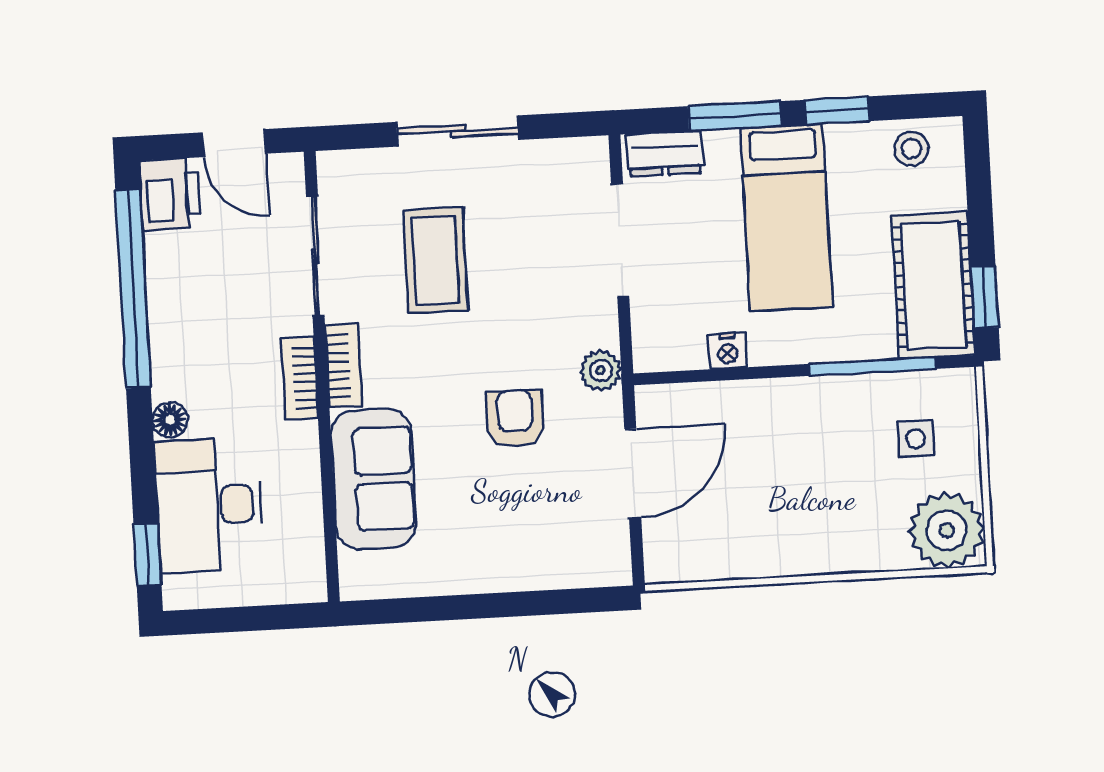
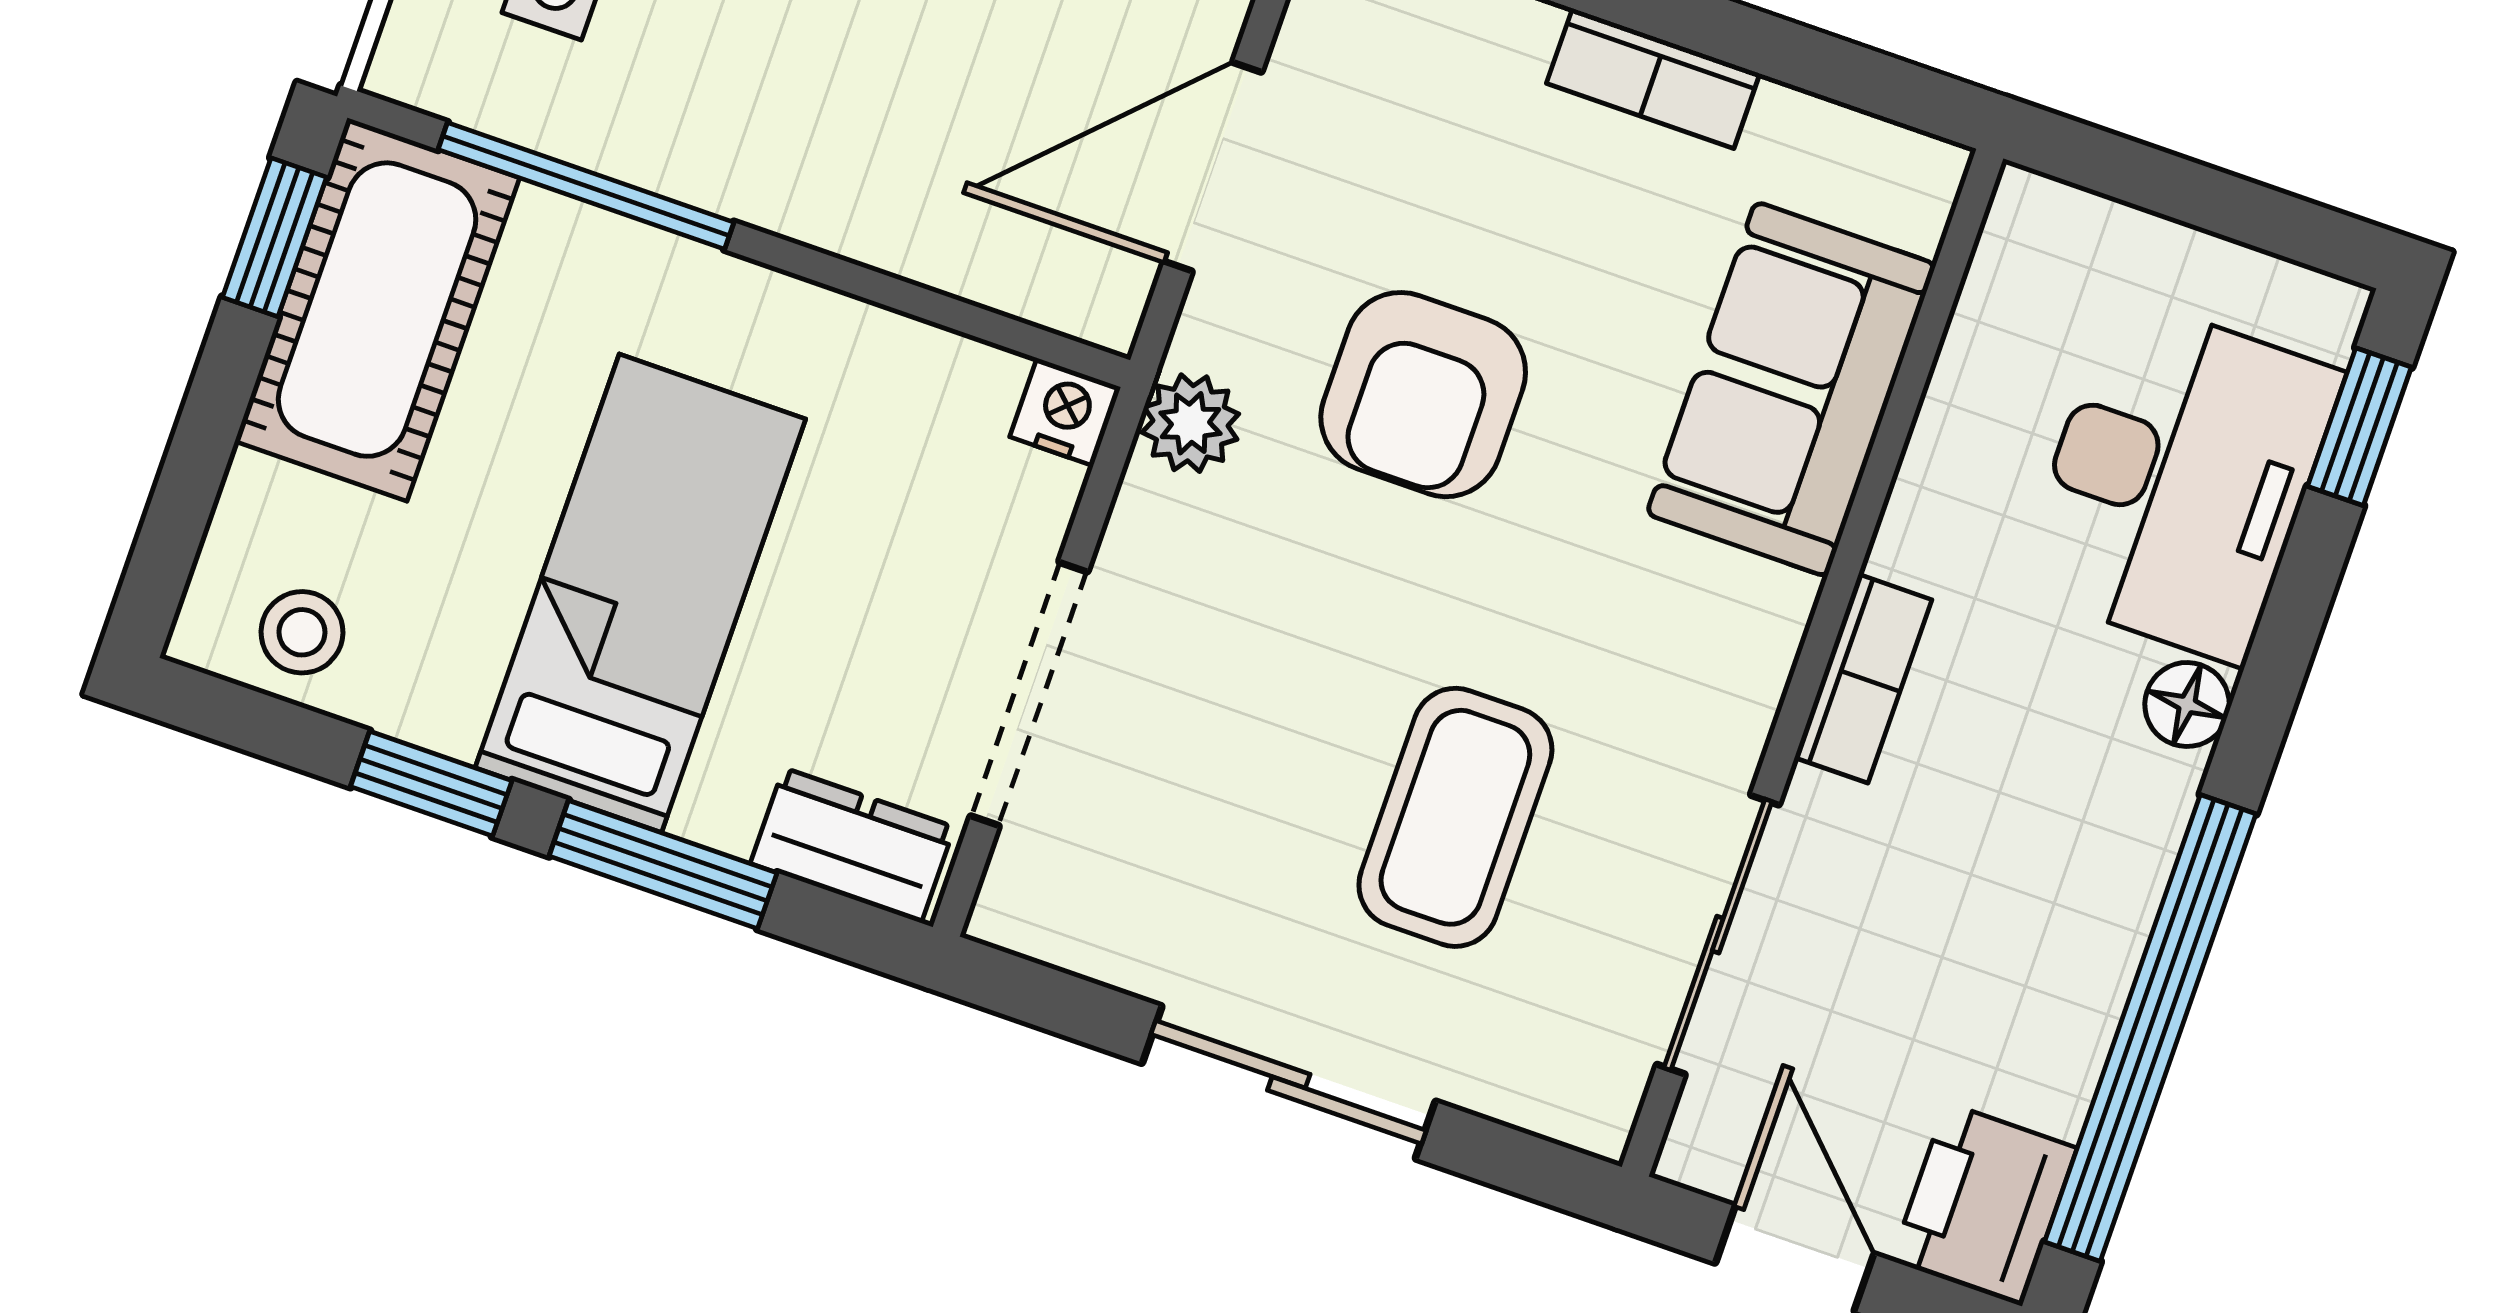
nightstand: (728, 351) -> (1065, 412), moved
bookcase: (344, 366) -> (1653, 78), moved, turned -90
armchair: (515, 419) -> (1423, 395), width x1.38, depth x1.38

